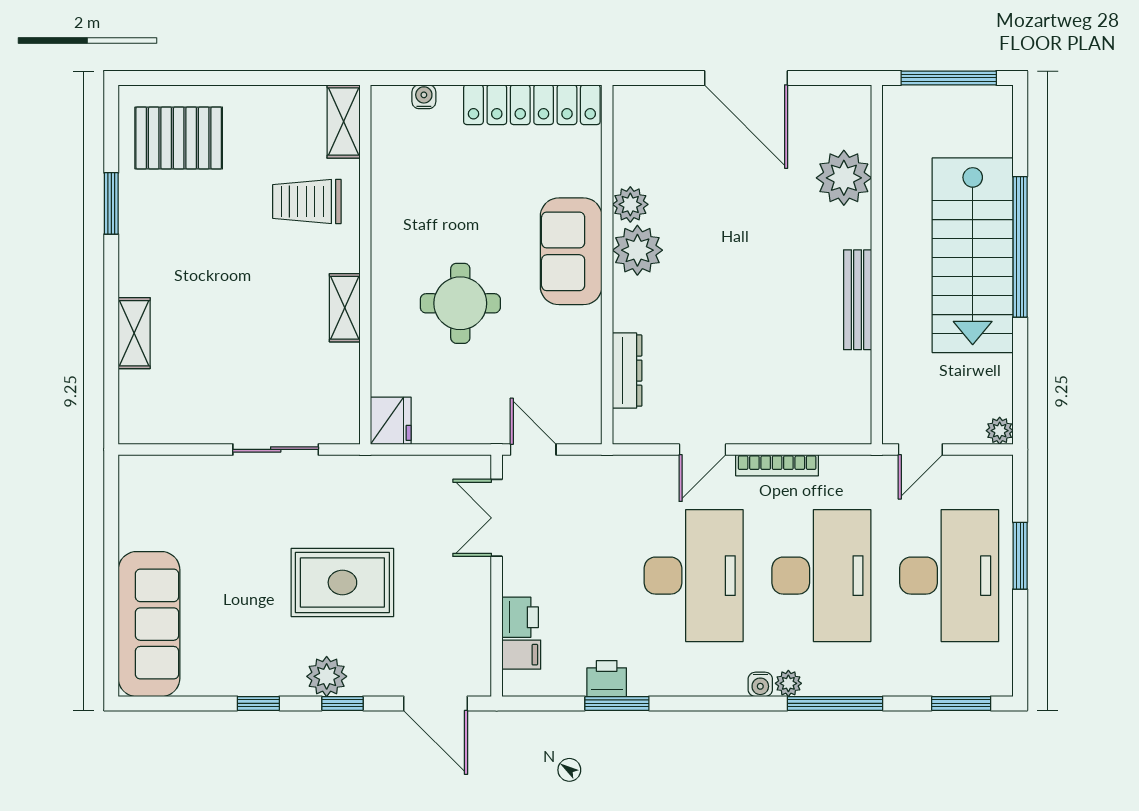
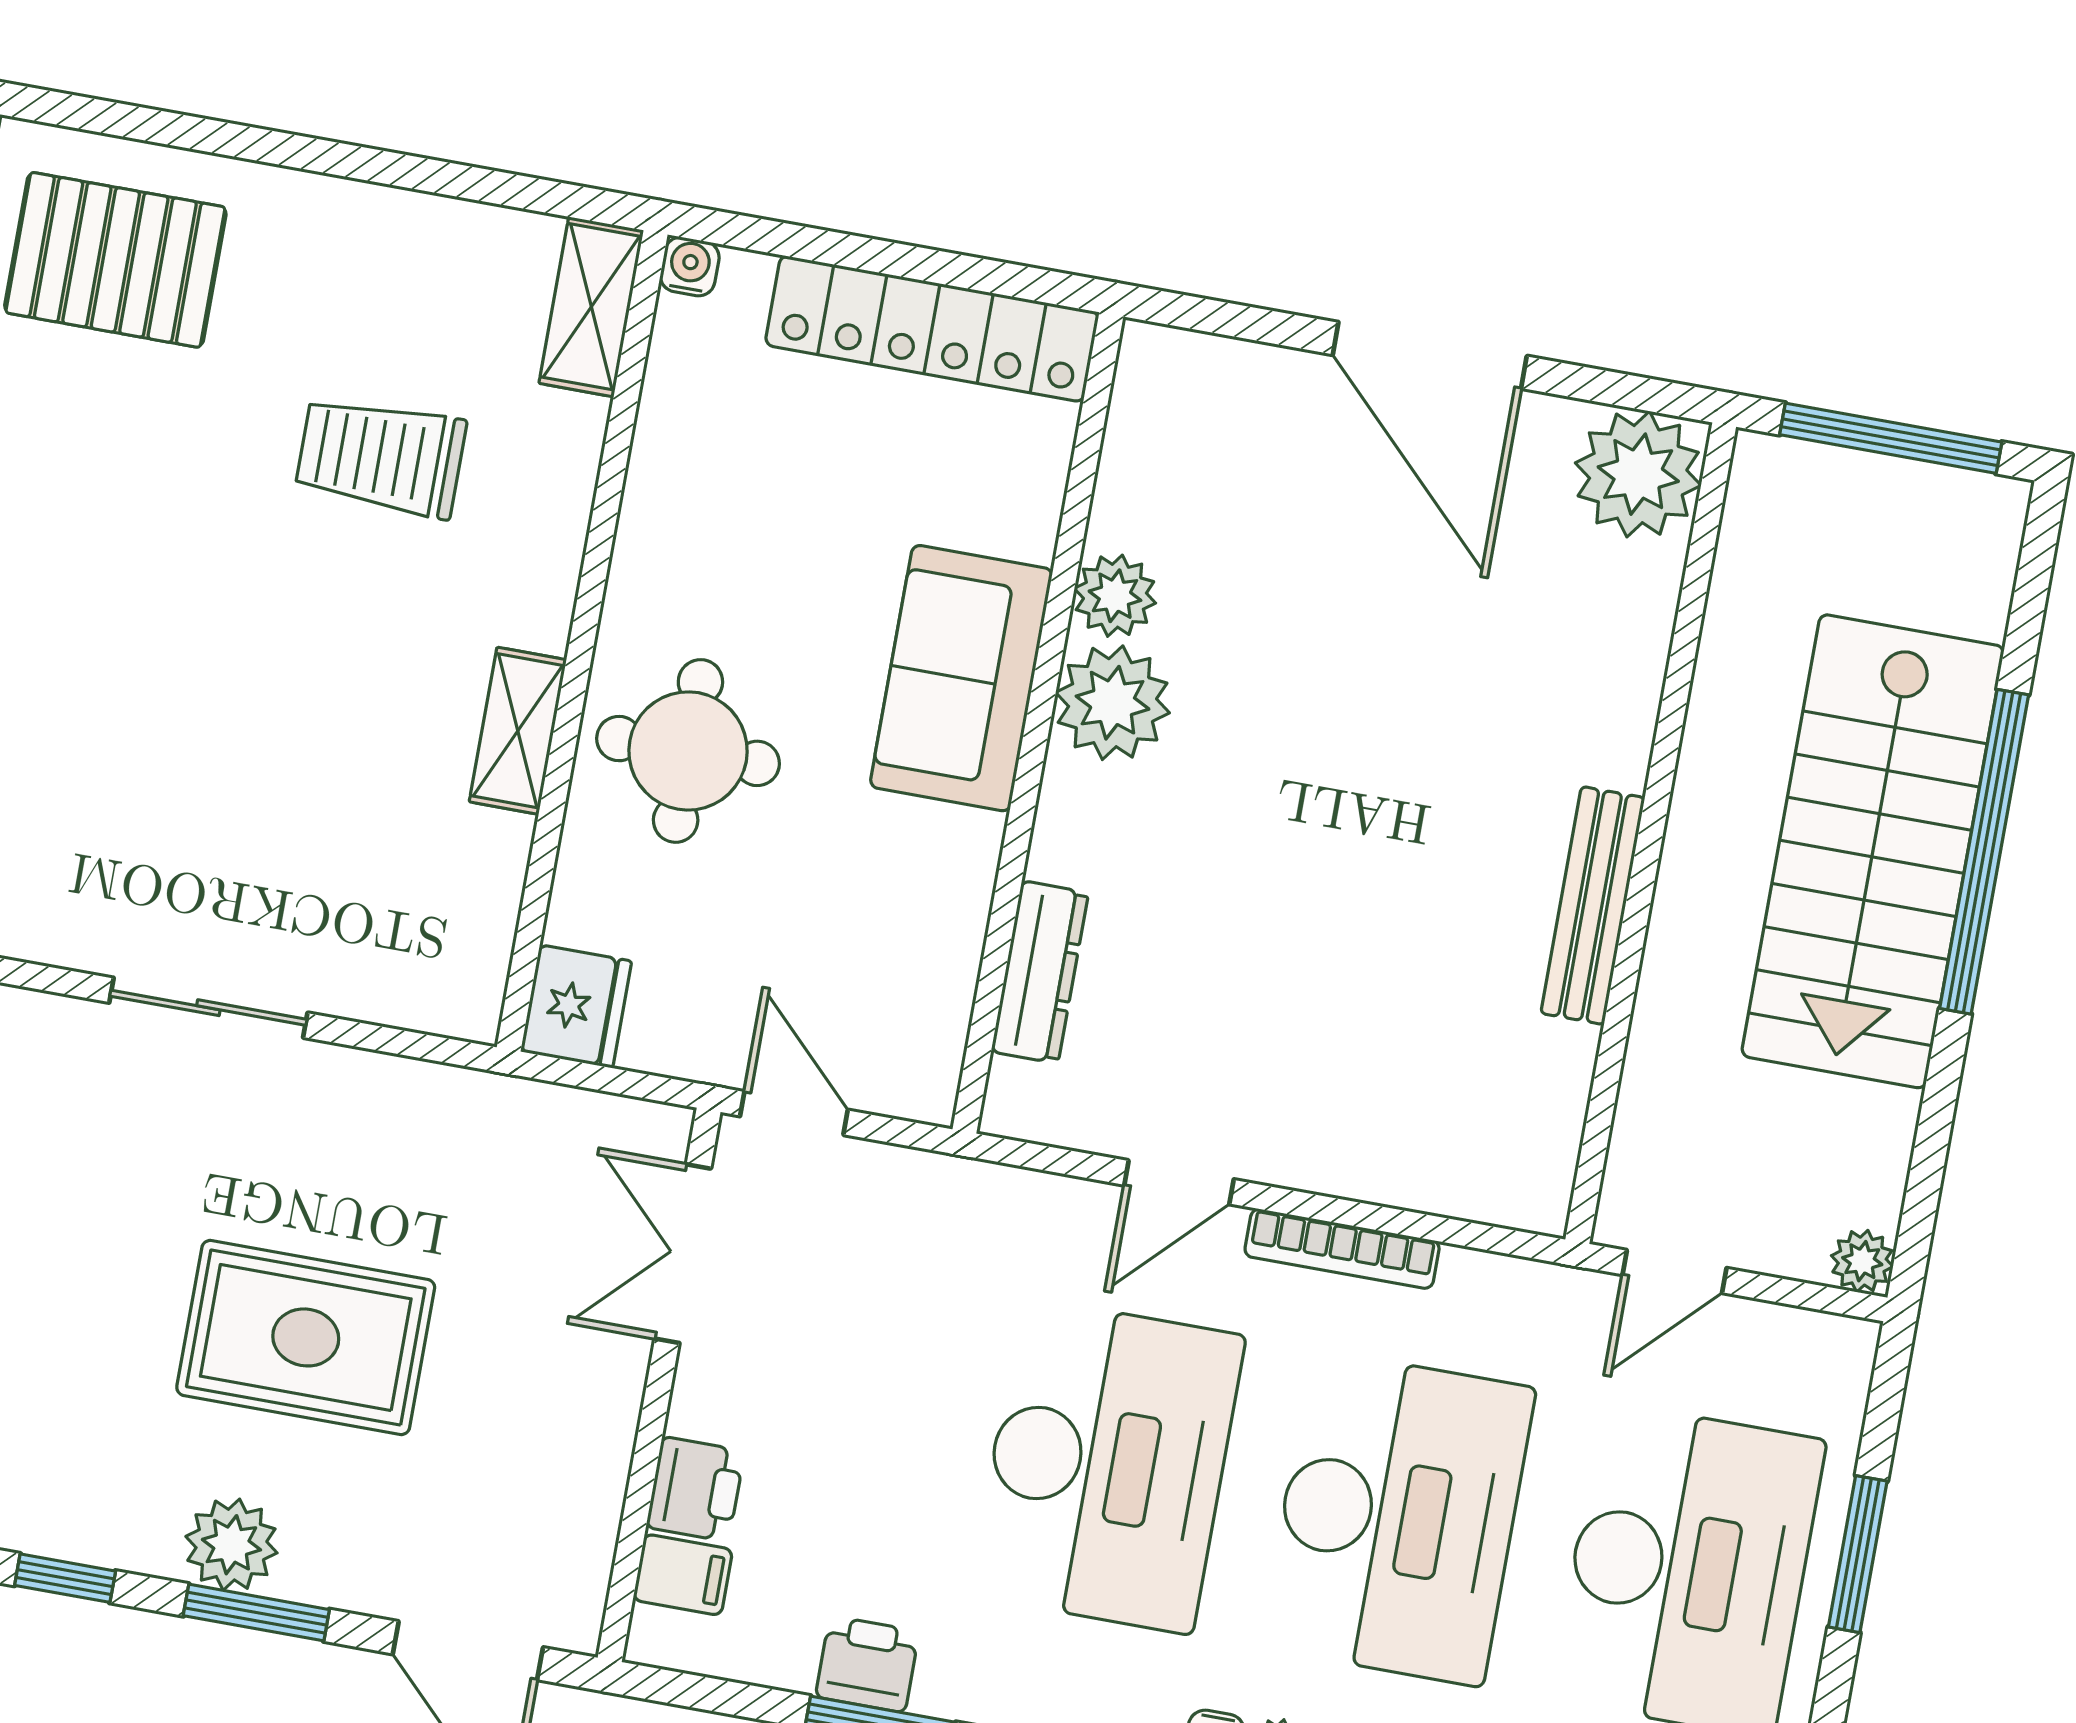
shelving: (344, 122) -> (591, 307), moved
plant: (844, 178) -> (1638, 474), moved
wall: (365, 265) -> (582, 641), moved
shelving: (345, 308) -> (518, 731), moved
fridge: (391, 421) -> (576, 1006), moved
window: (342, 703) -> (256, 1613), width x1.50

